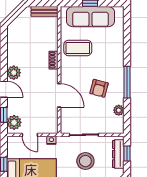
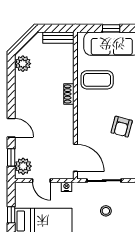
plant: (14, 73) -> (23, 64), moved
door: (59, 95) -> (75, 158), moved
stool: (85, 161) -> (106, 211), width x0.53, depth x0.53

